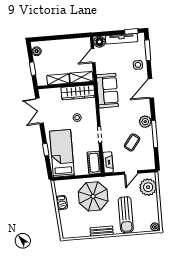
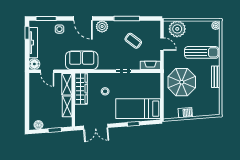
plant: (145, 122) -> (102, 27), moved
cot: (94, 163) -> (150, 79), removed

